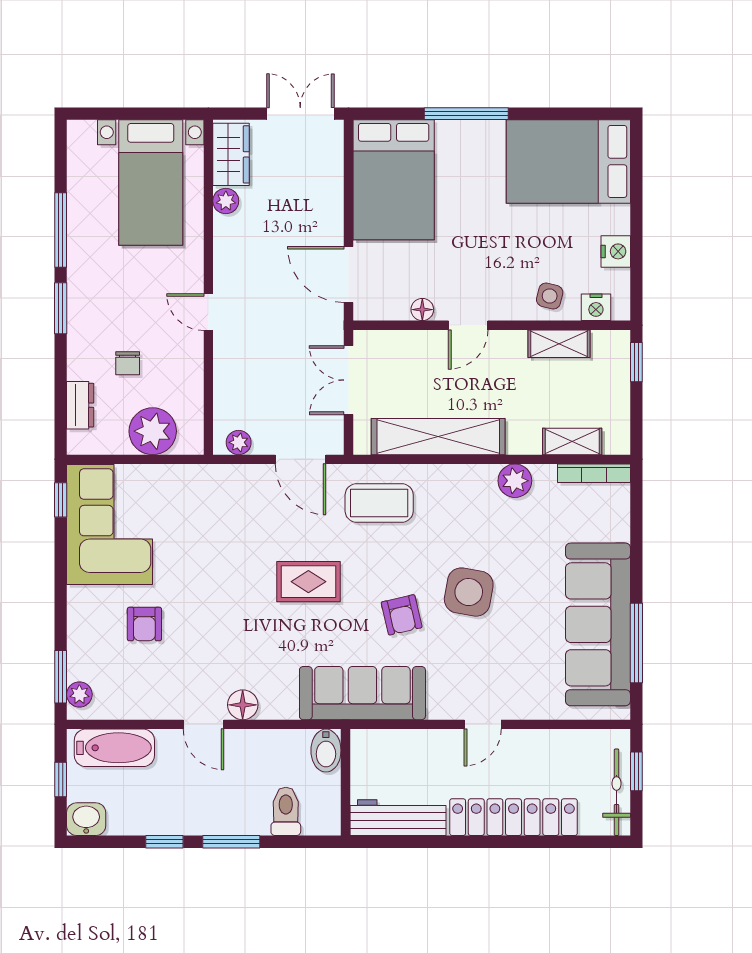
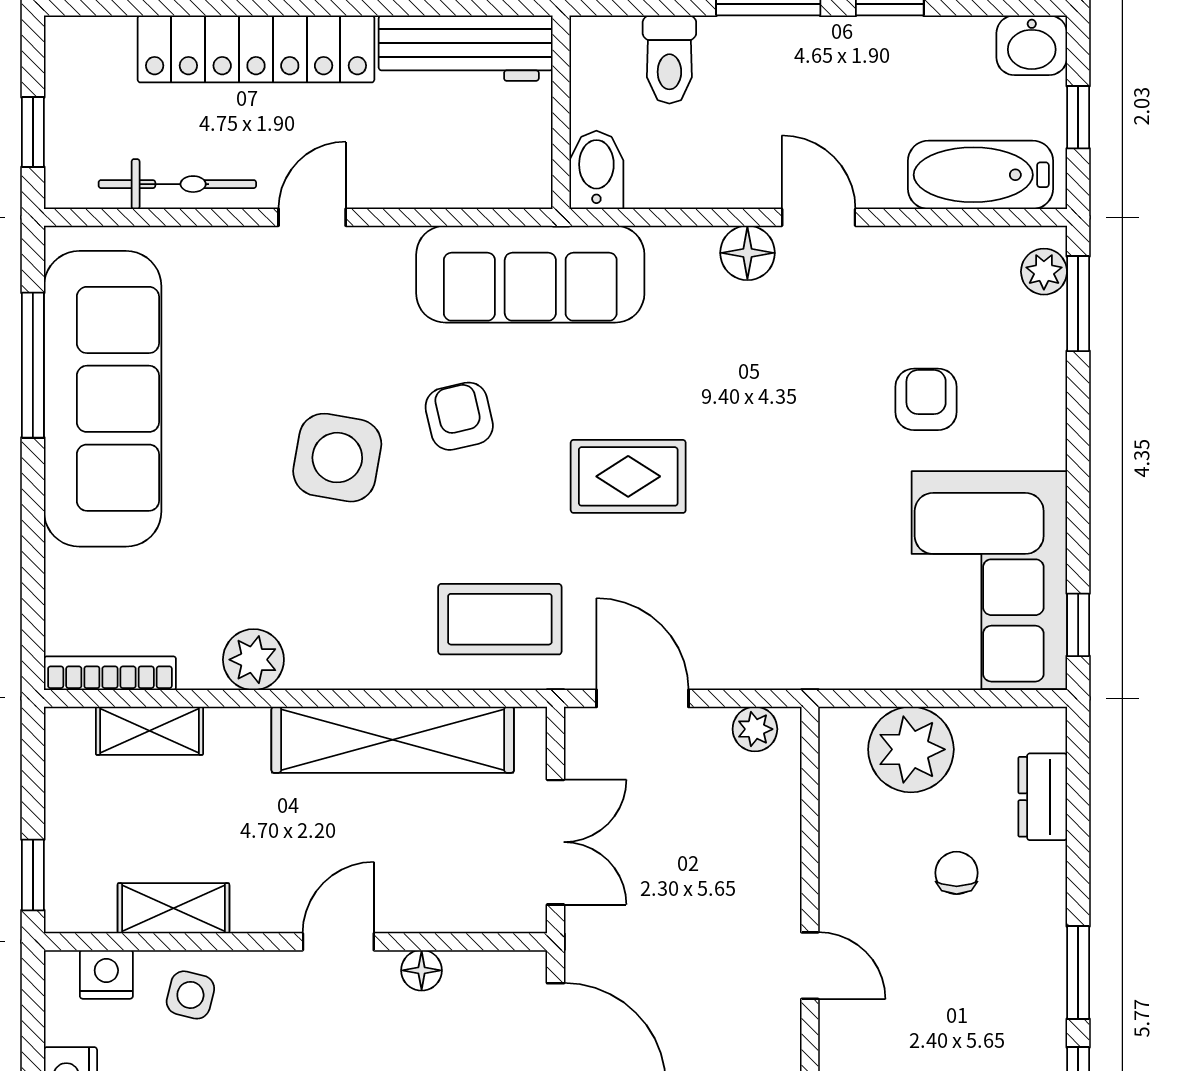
bicycle: (617, 792) -> (177, 184), moved, turned -90

